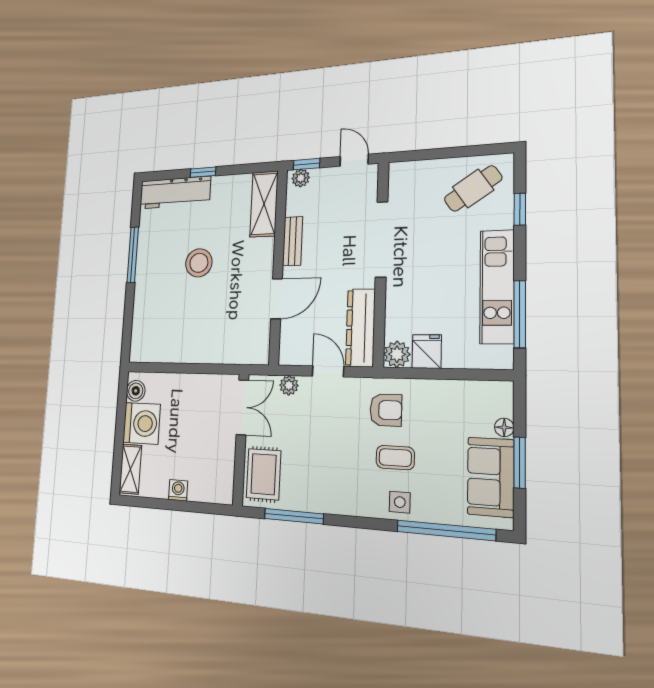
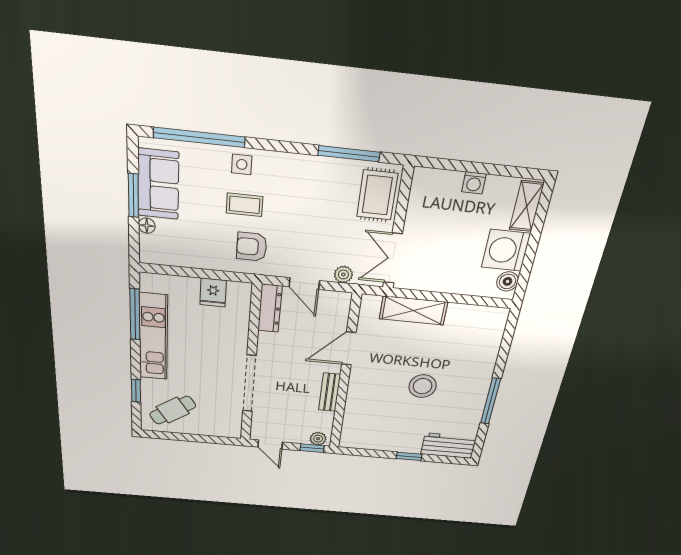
workbench: (175, 193) -> (448, 446), width x0.73
shelving: (264, 204) -> (413, 310), moved, turned 90
dresser: (360, 328) -> (270, 308), width x0.73, depth x0.80
plant: (397, 354) -> (240, 293), removed

